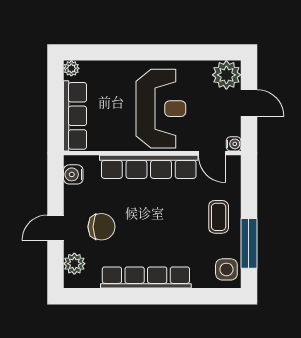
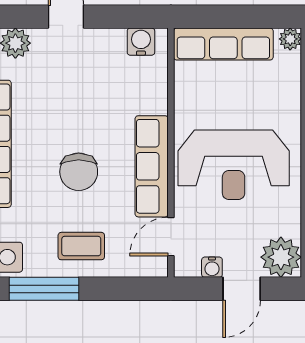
water cooler: (234, 144) -> (212, 267), moved
row of seats: (149, 167) -> (152, 166), width x0.73
chair: (101, 227) -> (79, 172), moved

